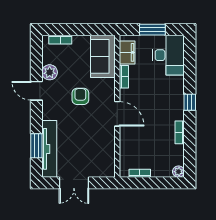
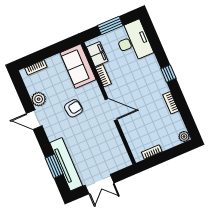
armchair: (80, 96) -> (73, 108), turned 82

